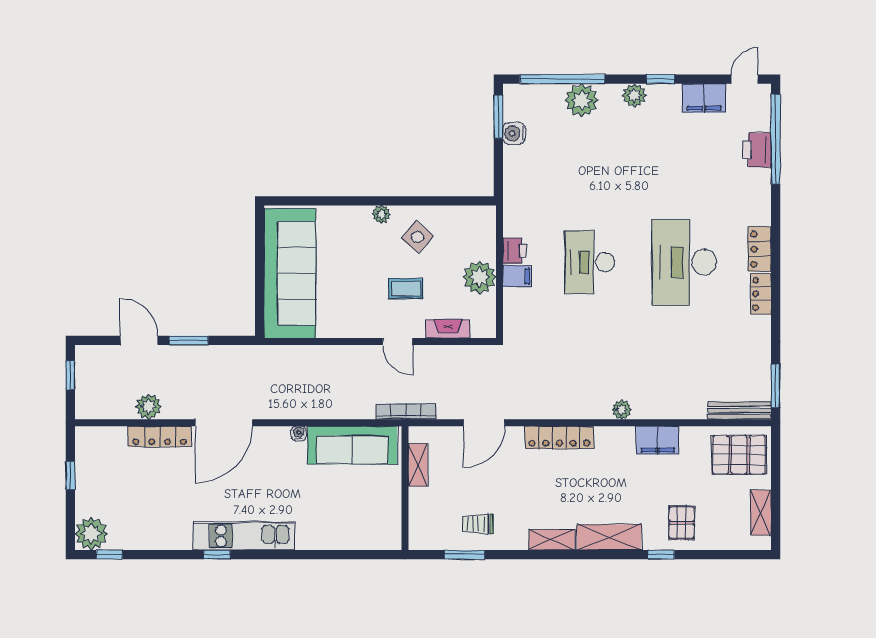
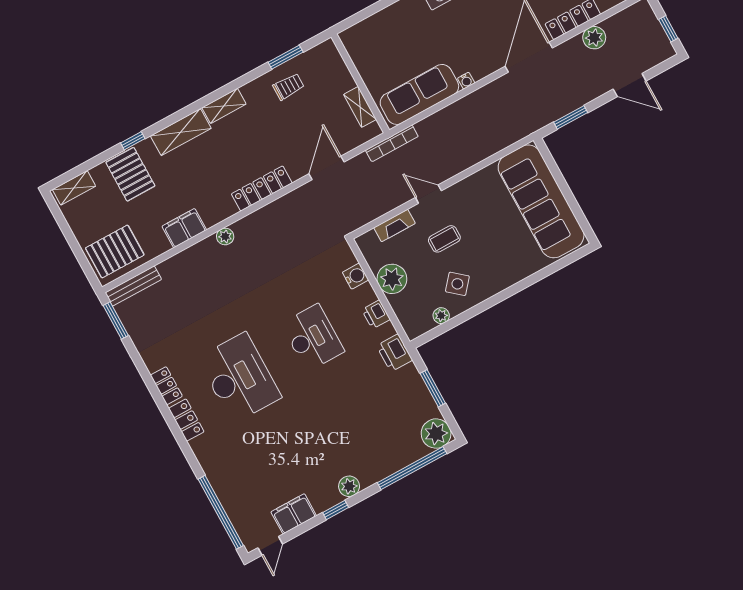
plant: (582, 100) -> (436, 434), moved
window: (498, 117) -> (433, 388), moved
water cooler: (514, 133) -> (356, 276), moved
printer: (757, 150) -> (394, 353), moved, turned 180
plant: (381, 214) -> (441, 316), moved
filing cabinet: (517, 276) -> (363, 296), removed
window: (189, 340) -> (571, 117), moved
shelving: (761, 513) -> (74, 188), moved, turned 90
pallet: (682, 523) -> (130, 174), width x1.50, depth x1.42

